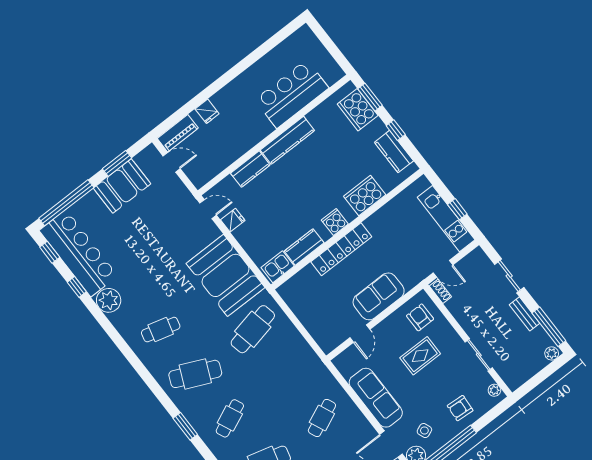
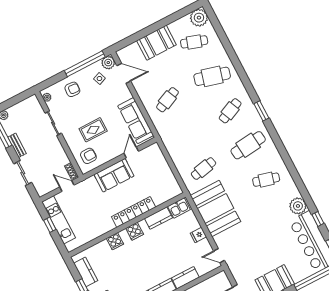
cooker: (365, 195) -> (115, 241), width x0.53, depth x0.76
fridge: (233, 220) -> (198, 235), moved
armchair: (420, 317) -> (88, 156), turned -90
cafe table: (253, 329) -> (204, 169), width x0.73, depth x0.74
cafe table: (195, 374) -> (248, 145), turned -30
sofa: (376, 398) -> (136, 121), moved

